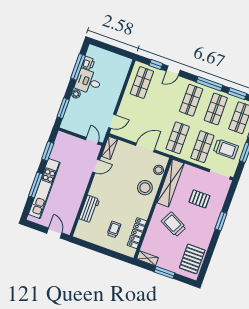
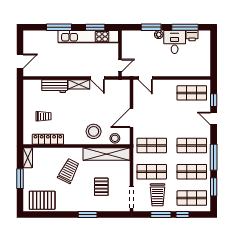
window: (63, 108) -> (151, 27), moved
shelving: (109, 148) -> (79, 84), moved
door: (145, 148) -> (131, 118), swing flipped
kitchen unit: (44, 189) -> (88, 37), moved

